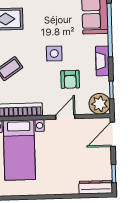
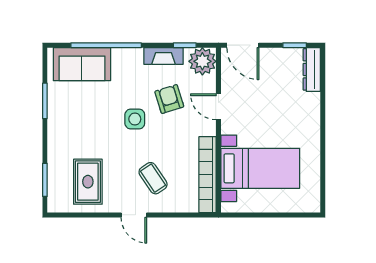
fireplace: (102, 61) -> (163, 56), moved
armchair: (70, 79) -> (169, 99), turned -107

